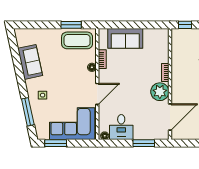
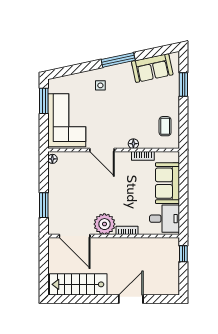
window: (71, 25) -> (183, 84), moved
coffee table: (77, 40) -> (165, 126), width x0.54, depth x0.58
sofa: (30, 62) -> (152, 68), moved
window: (28, 112) -> (118, 60), moved
desk: (121, 127) -> (165, 219), moved, turned 180

